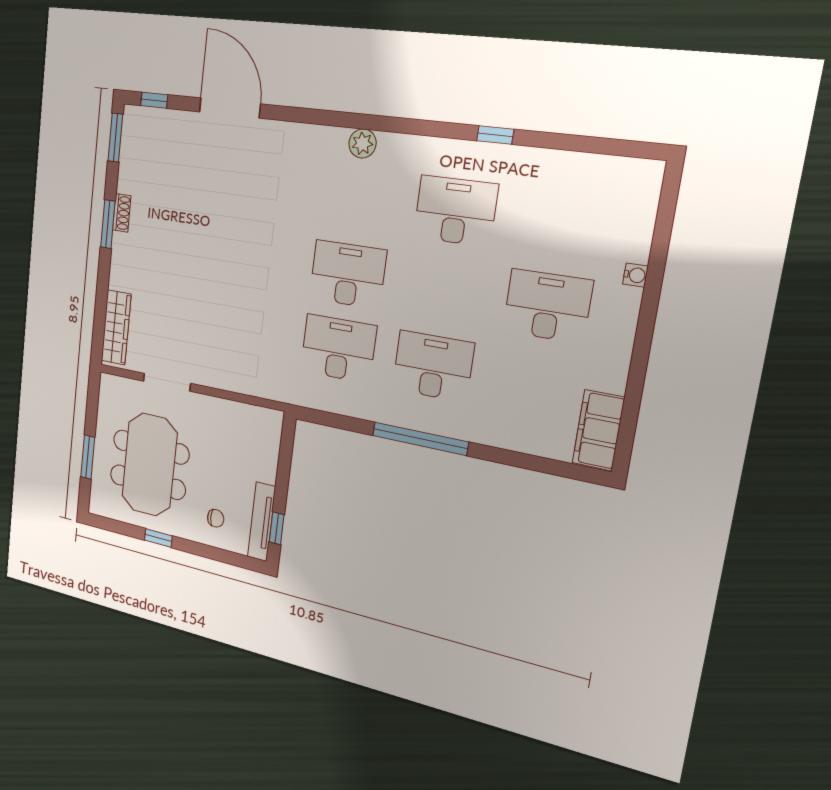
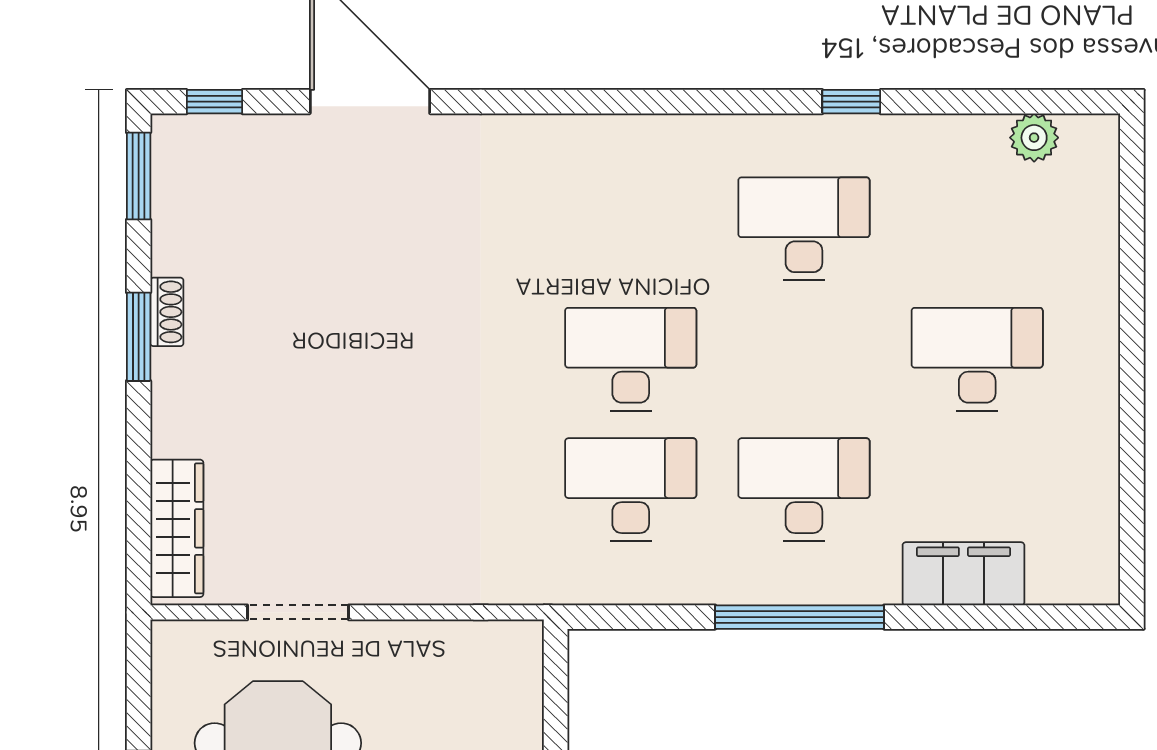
plant: (362, 143) -> (1034, 138), moved
water cooler: (635, 275) -> (1104, 291), removed
filing cabinet: (598, 430) -> (963, 574), moved, turned 90

